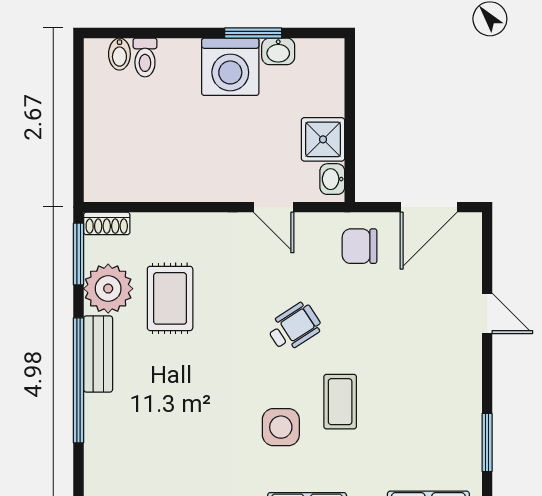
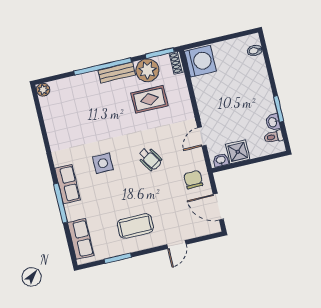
toilet: (145, 57) -> (273, 137), moved
washing machine: (230, 67) -> (200, 61), moved, turned 180
coffee table: (340, 402) -> (135, 226), moved, width x1.36, depth x1.30

